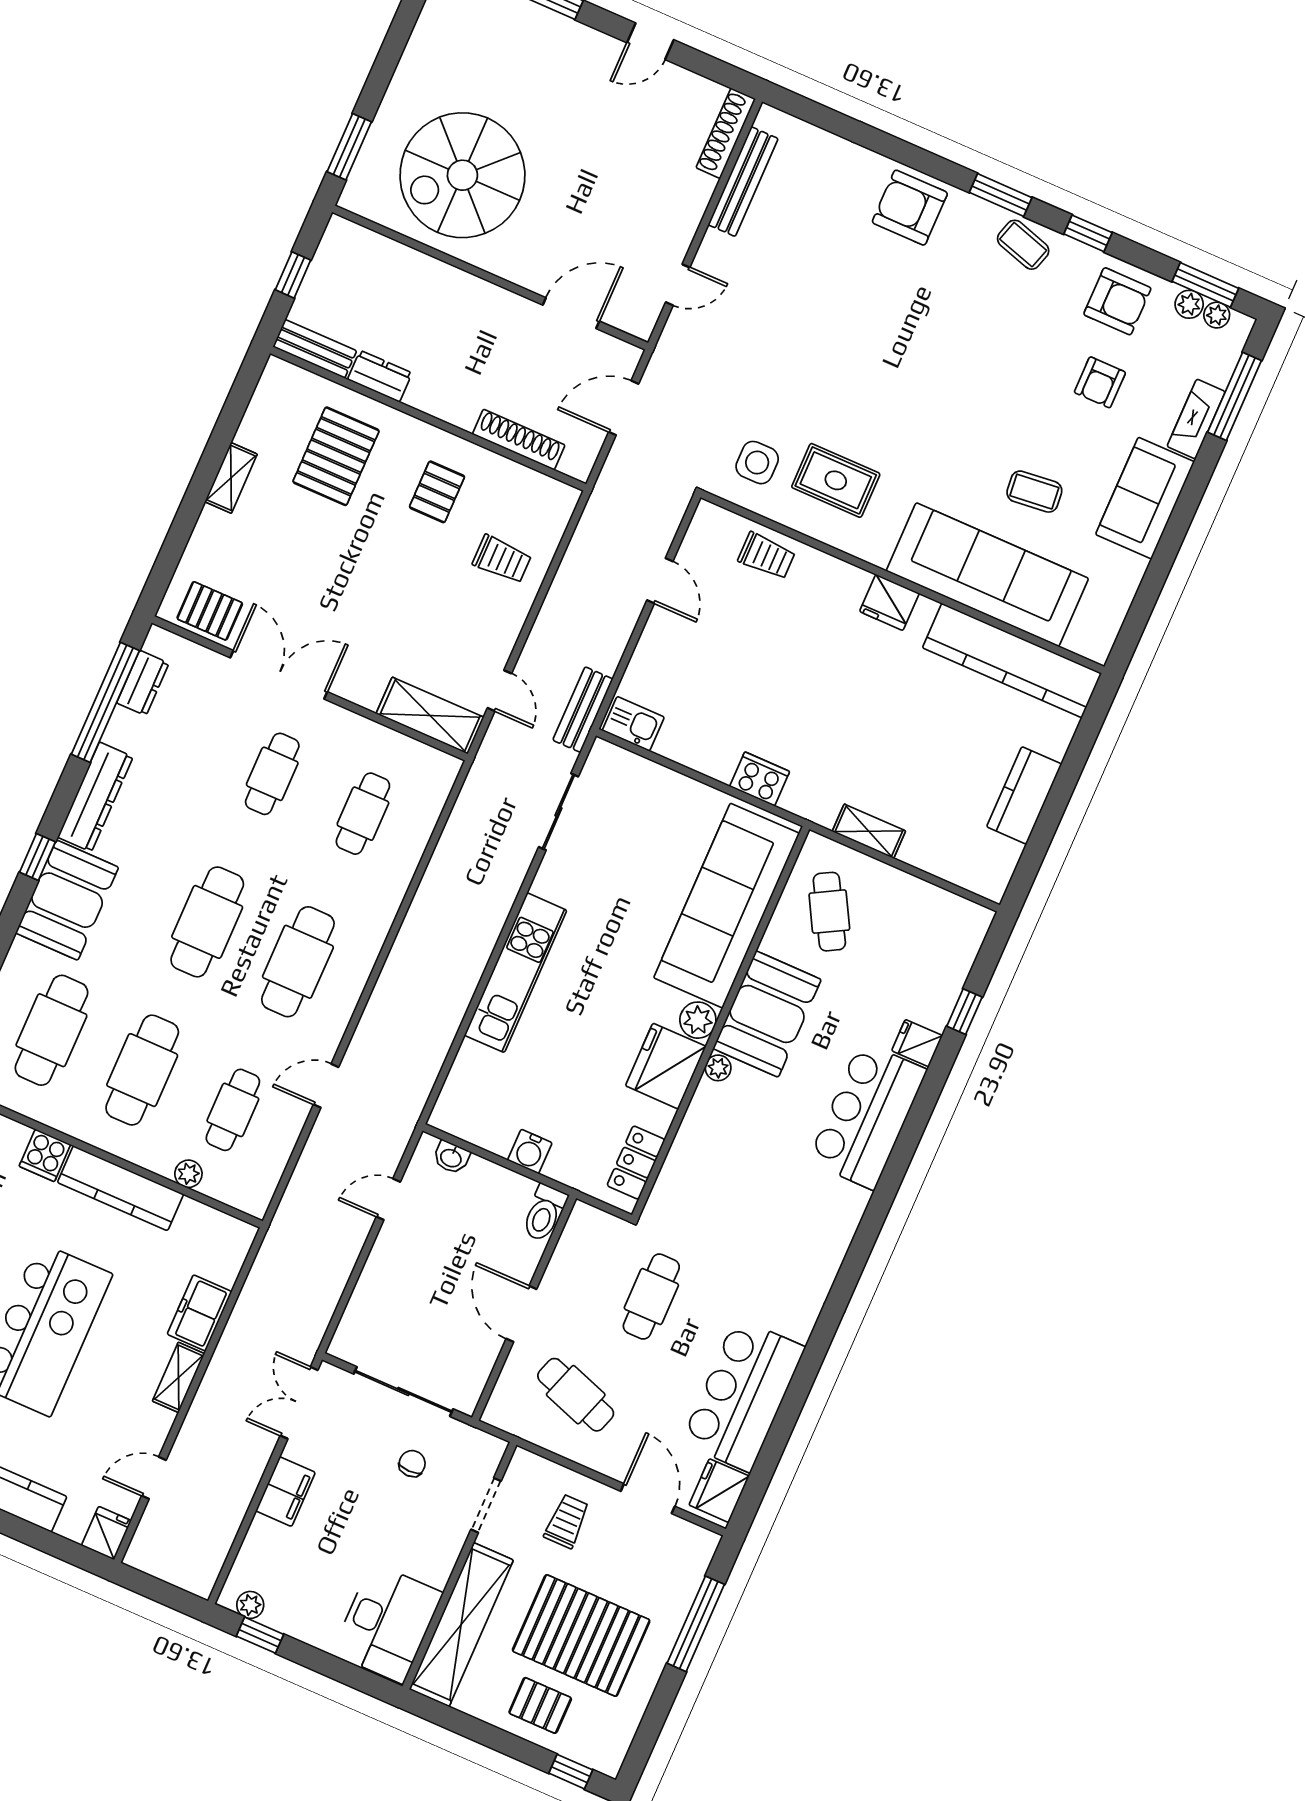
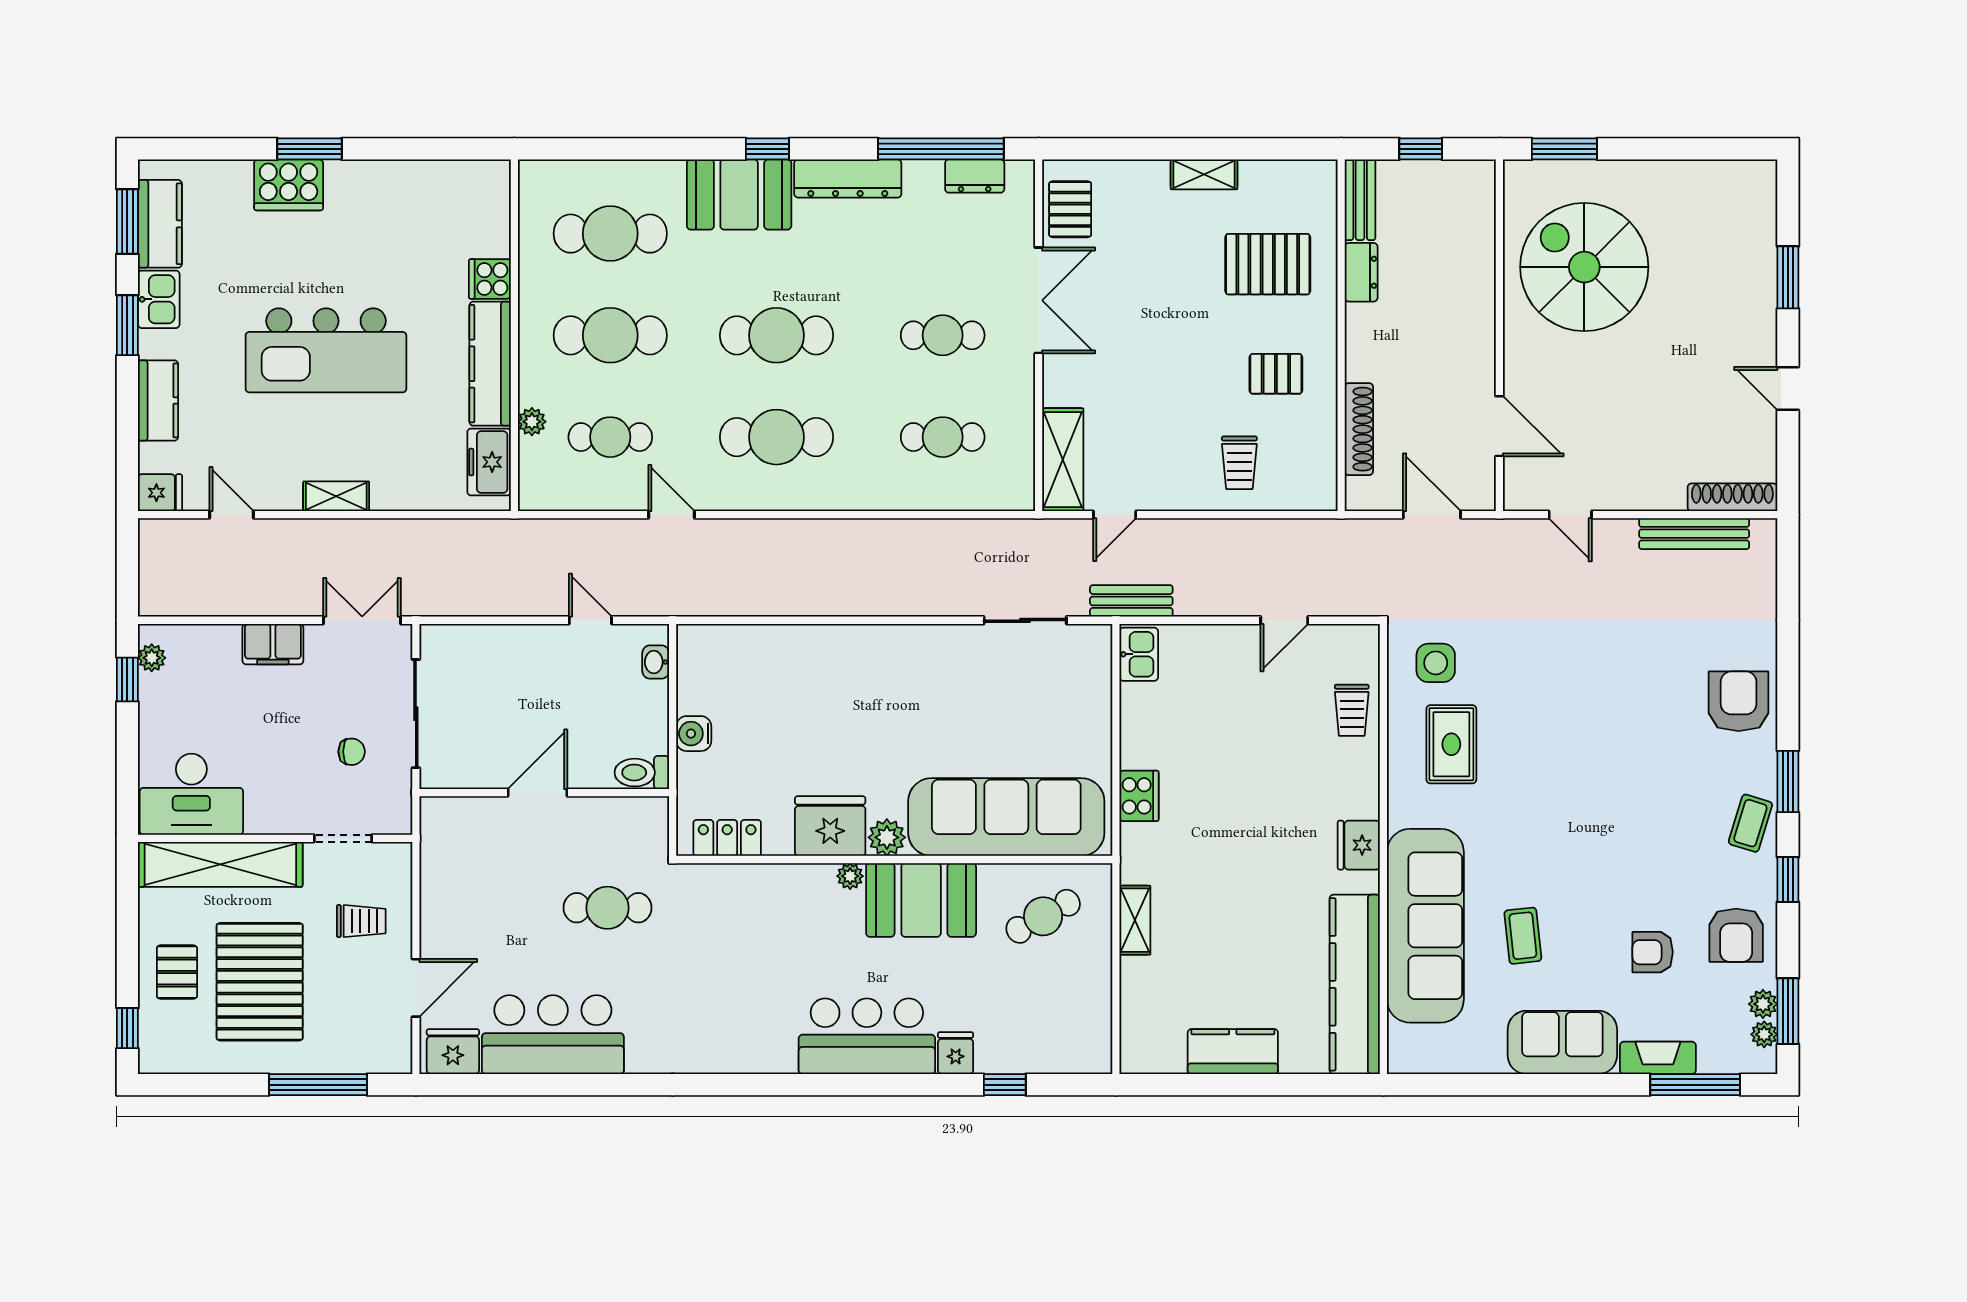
kitchen unit: (516, 973) -> (856, 646), removed
freezer: (199, 1313) -> (489, 462), moved, turned -90
cafe table: (576, 1395) -> (484, 877), removed

